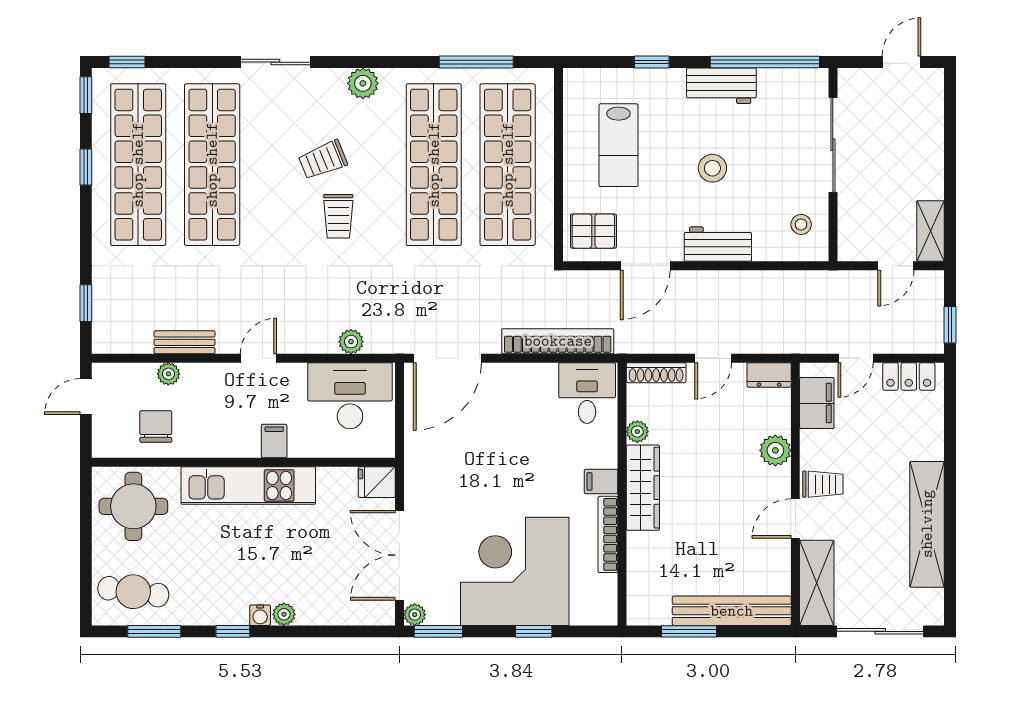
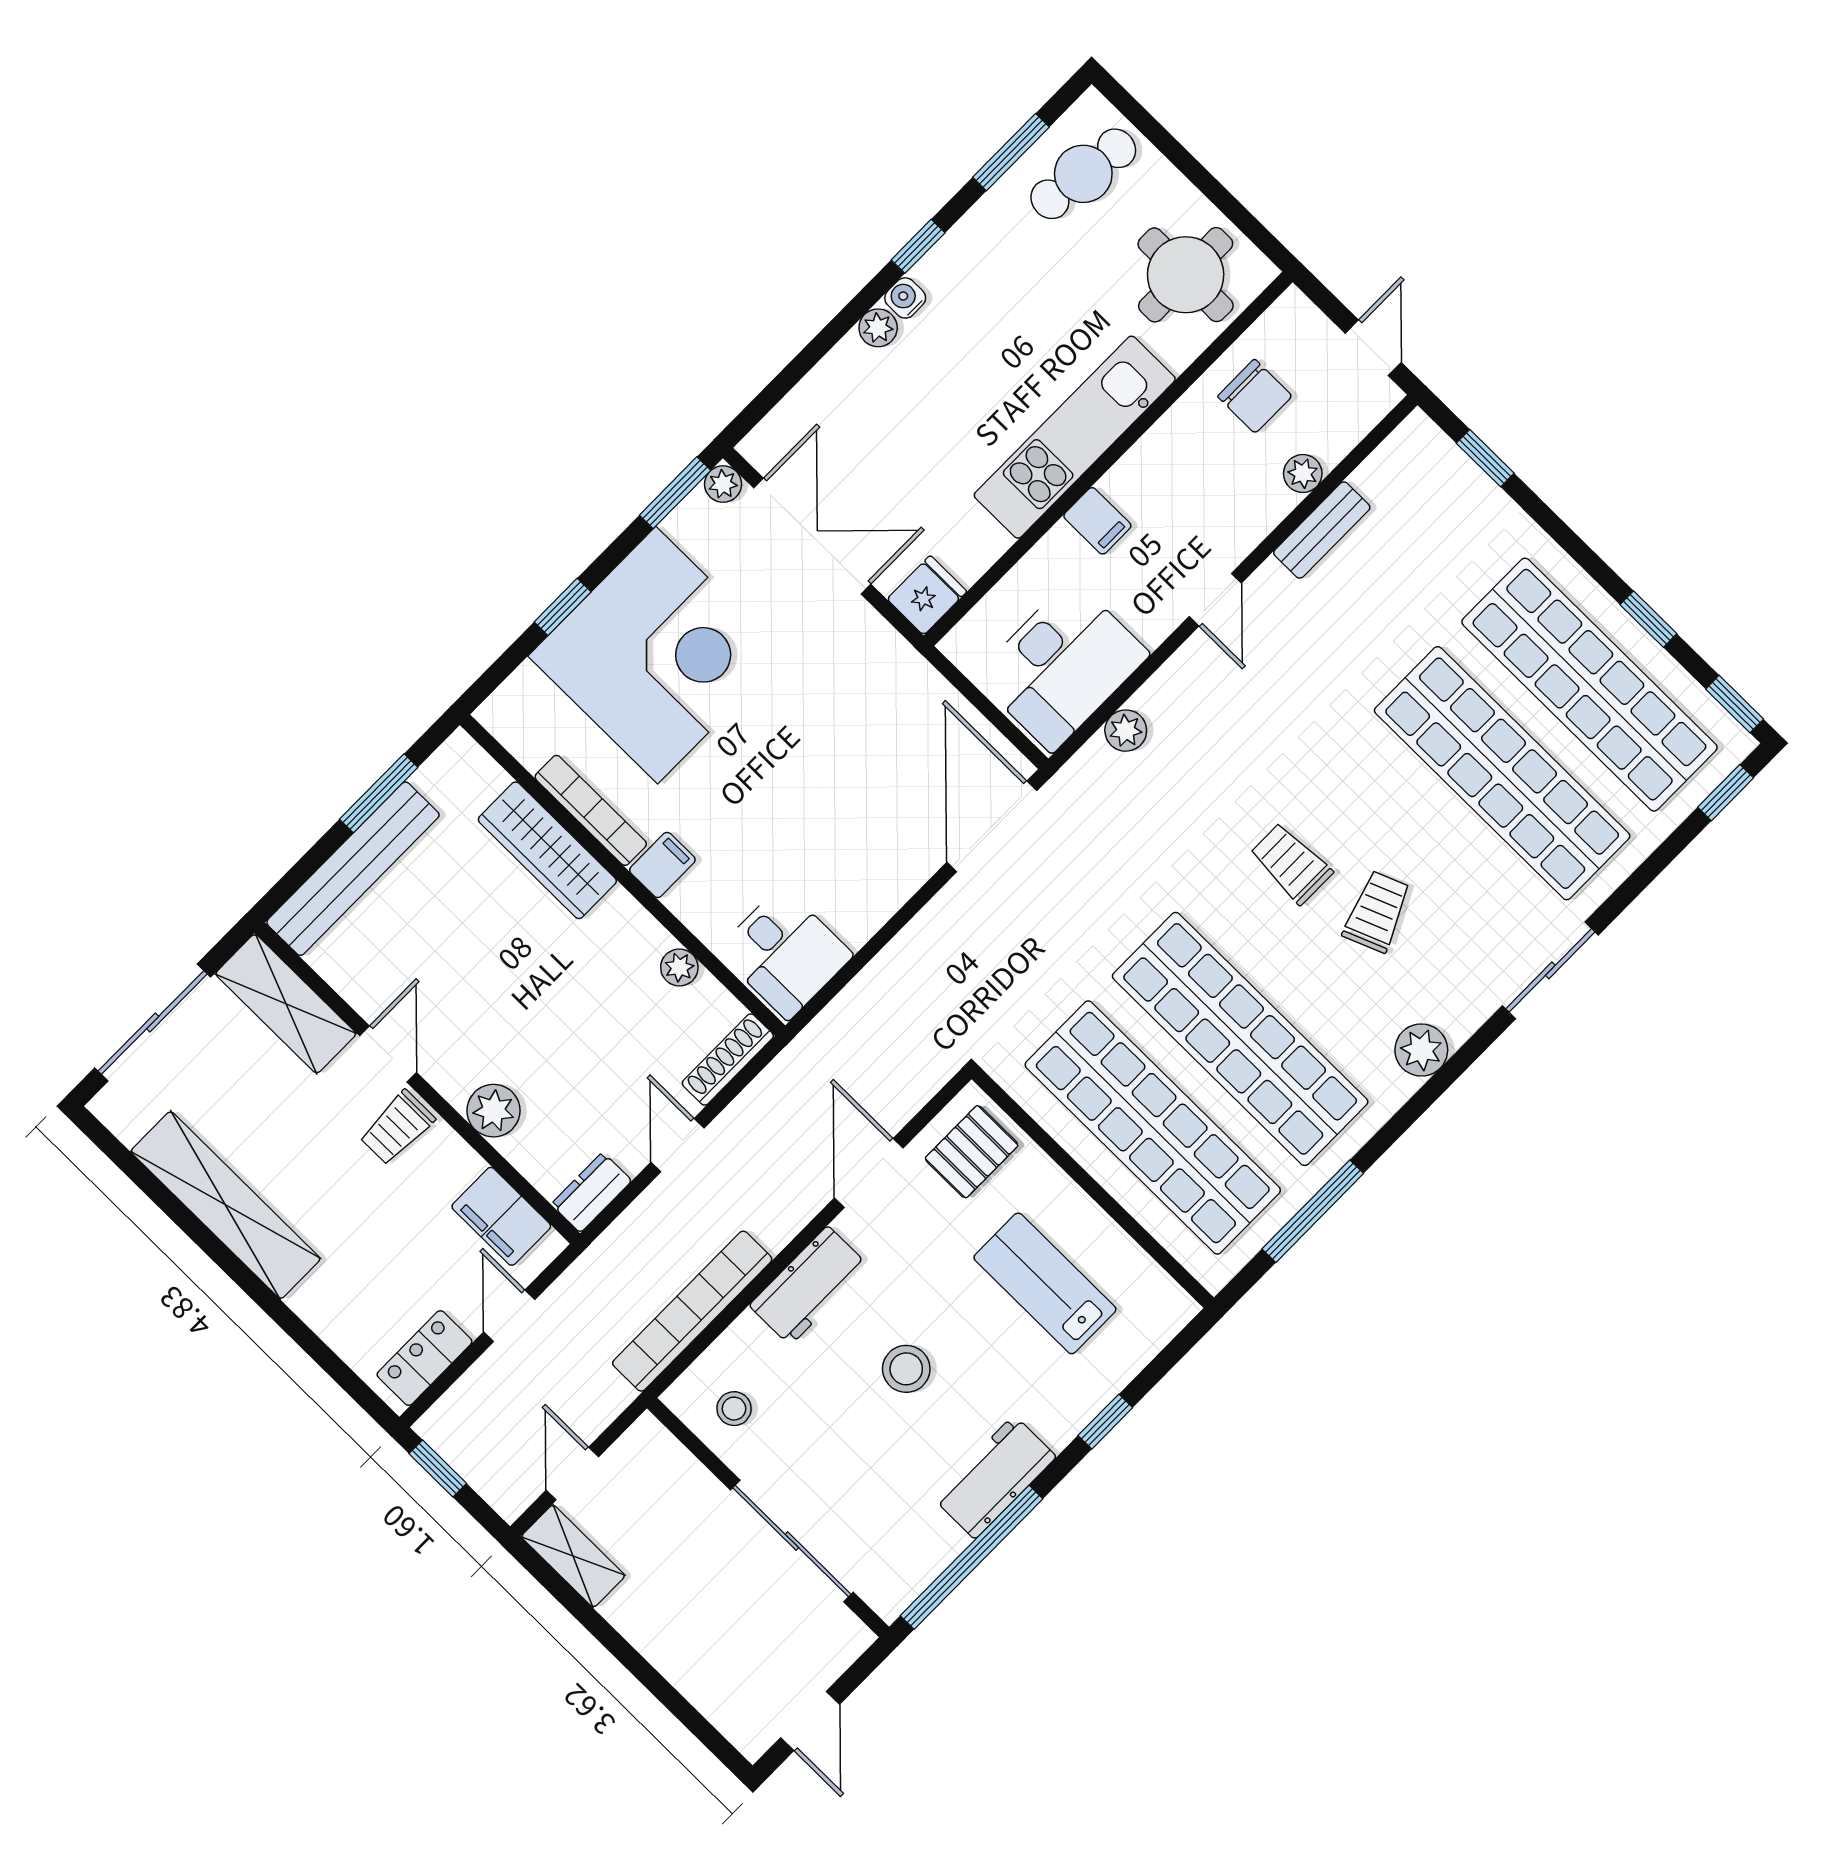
bookcase: (558, 341) -> (692, 1311), moved, turned 180
wardrobe: (643, 488) -> (547, 850), moved

